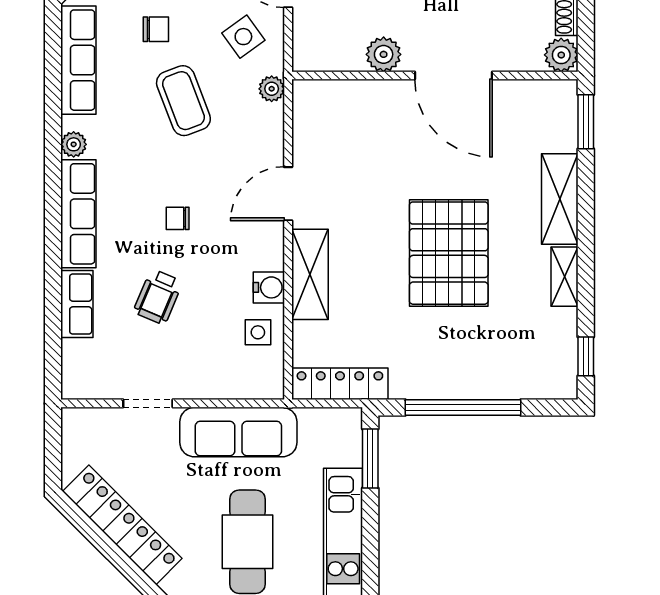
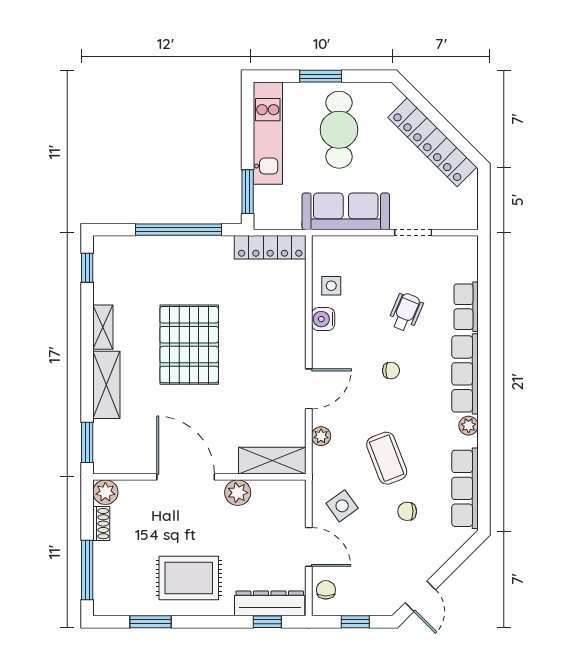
plant: (272, 89) -> (321, 436), moved
shelving: (310, 274) -> (272, 461), moved, turned 90

